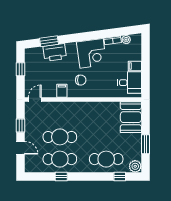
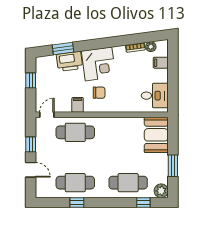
corner desk: (92, 53) -> (99, 64), moved
filing cabinet: (135, 66) -> (161, 63), moved
cafe table: (60, 137) -> (75, 132), moved

